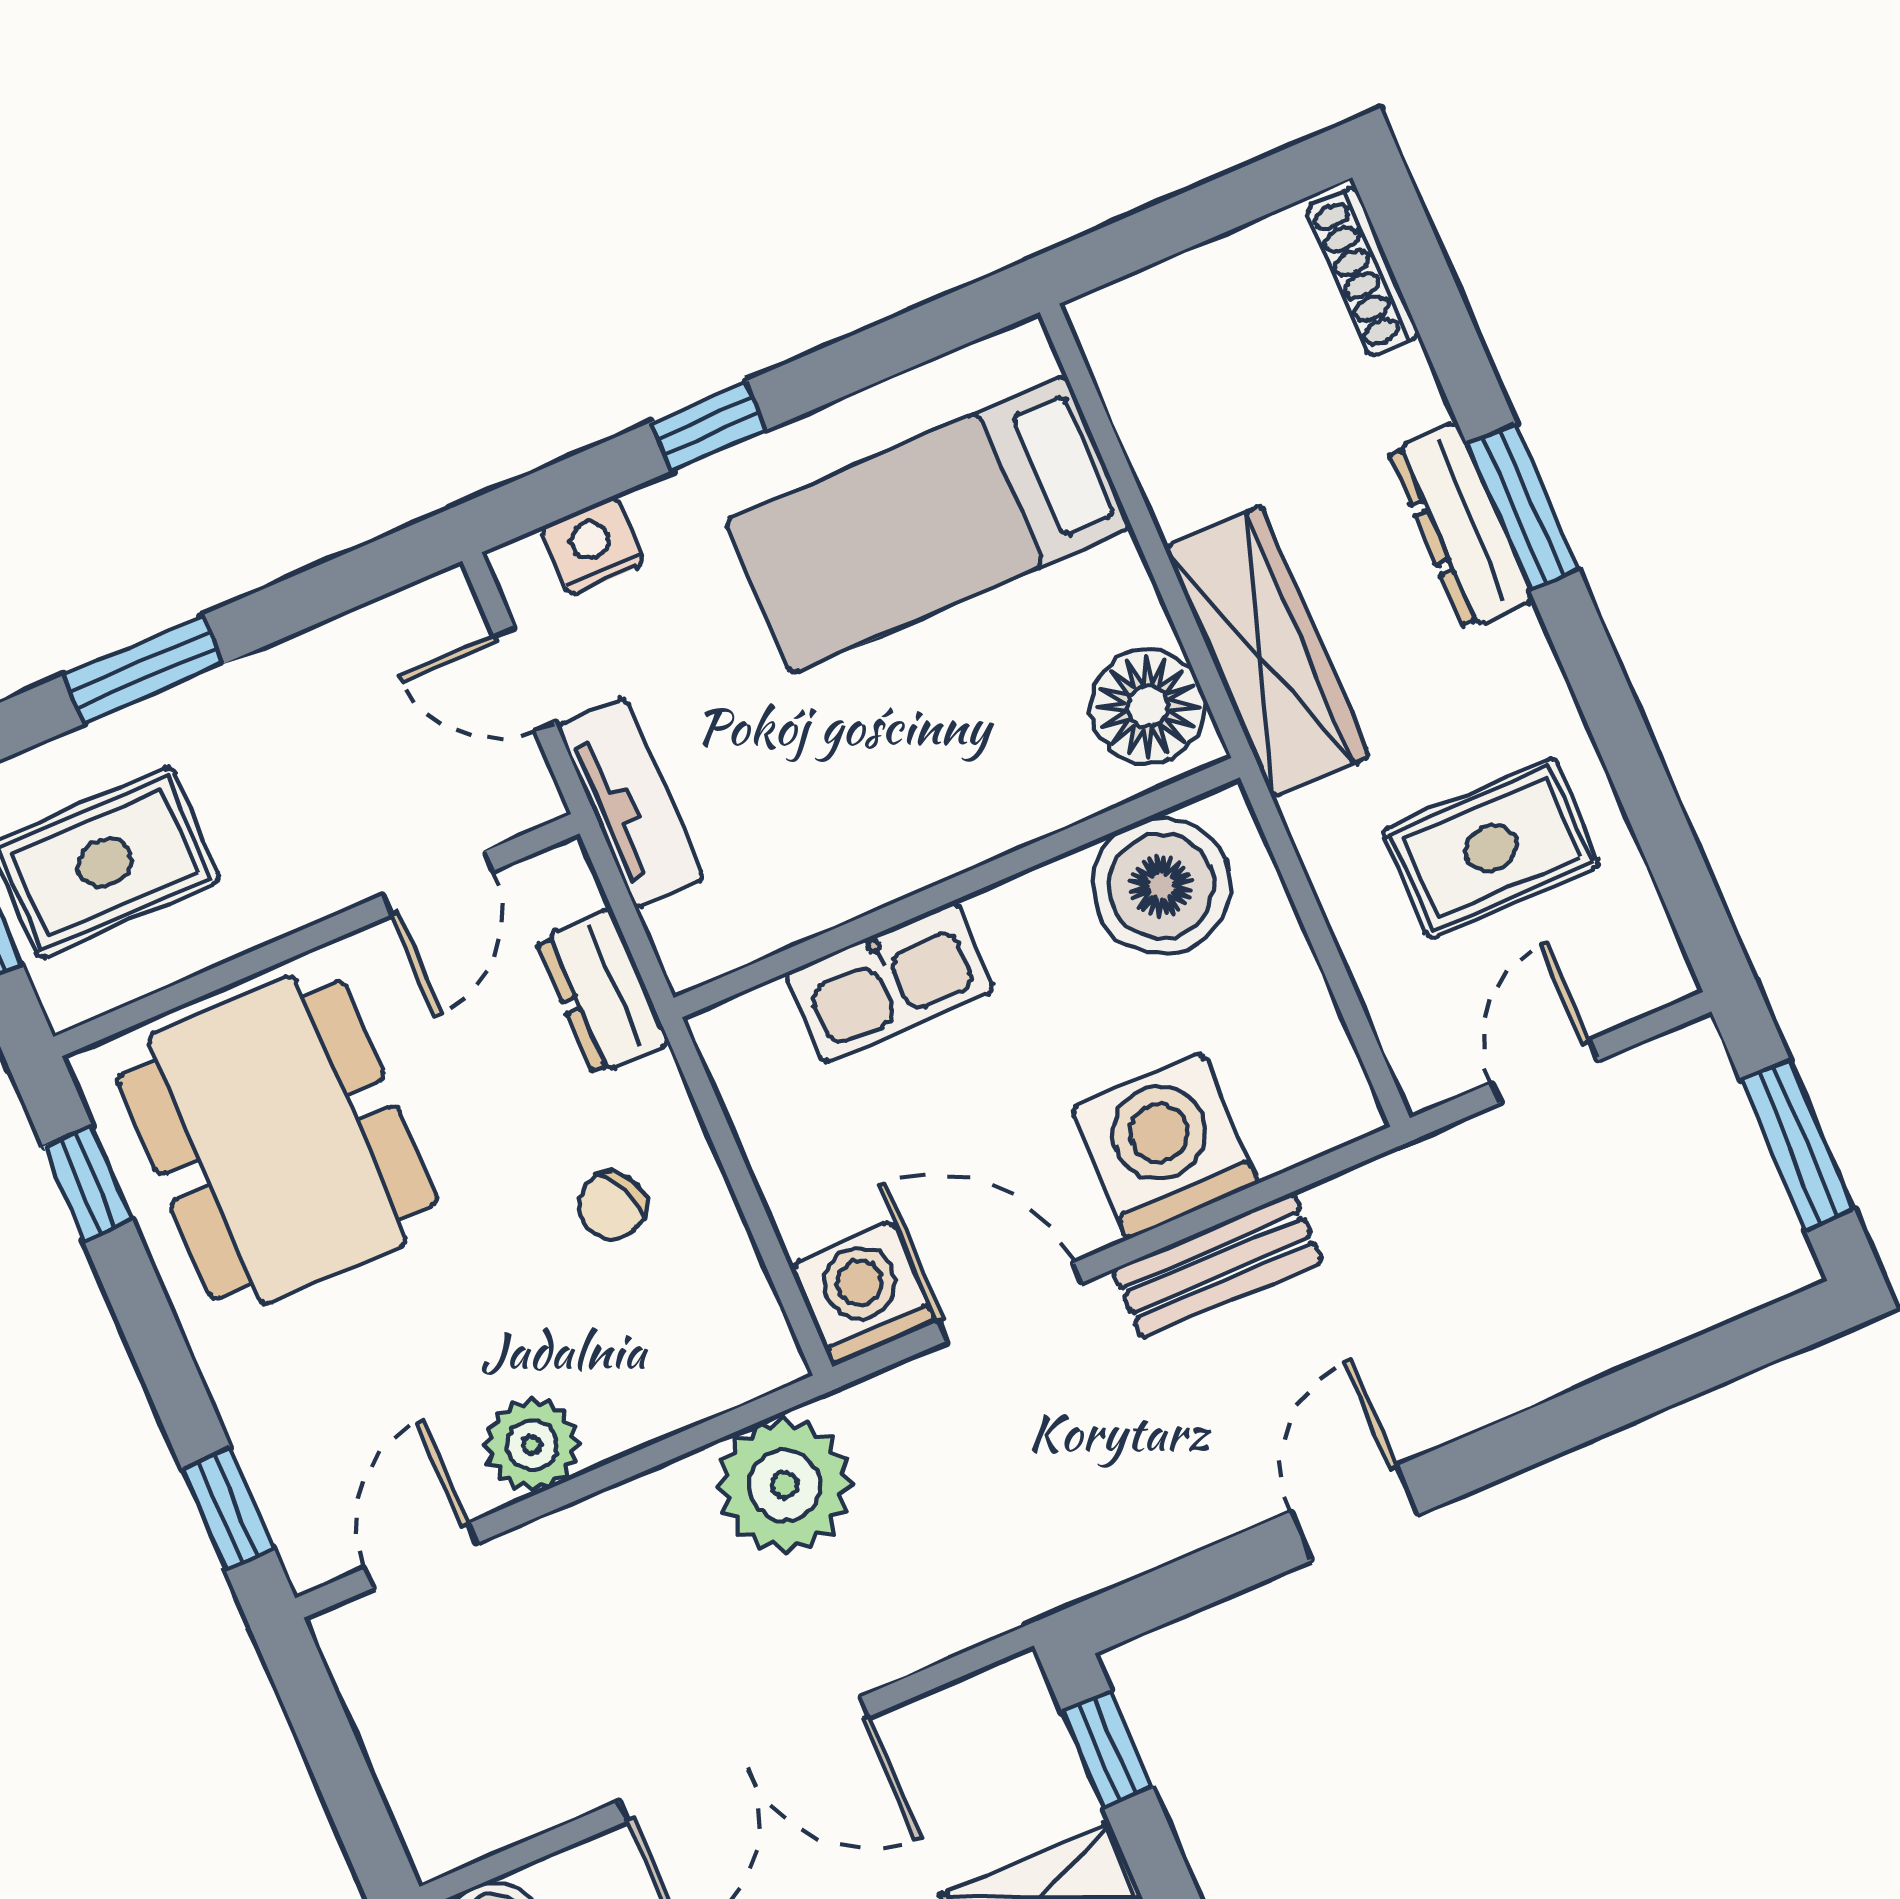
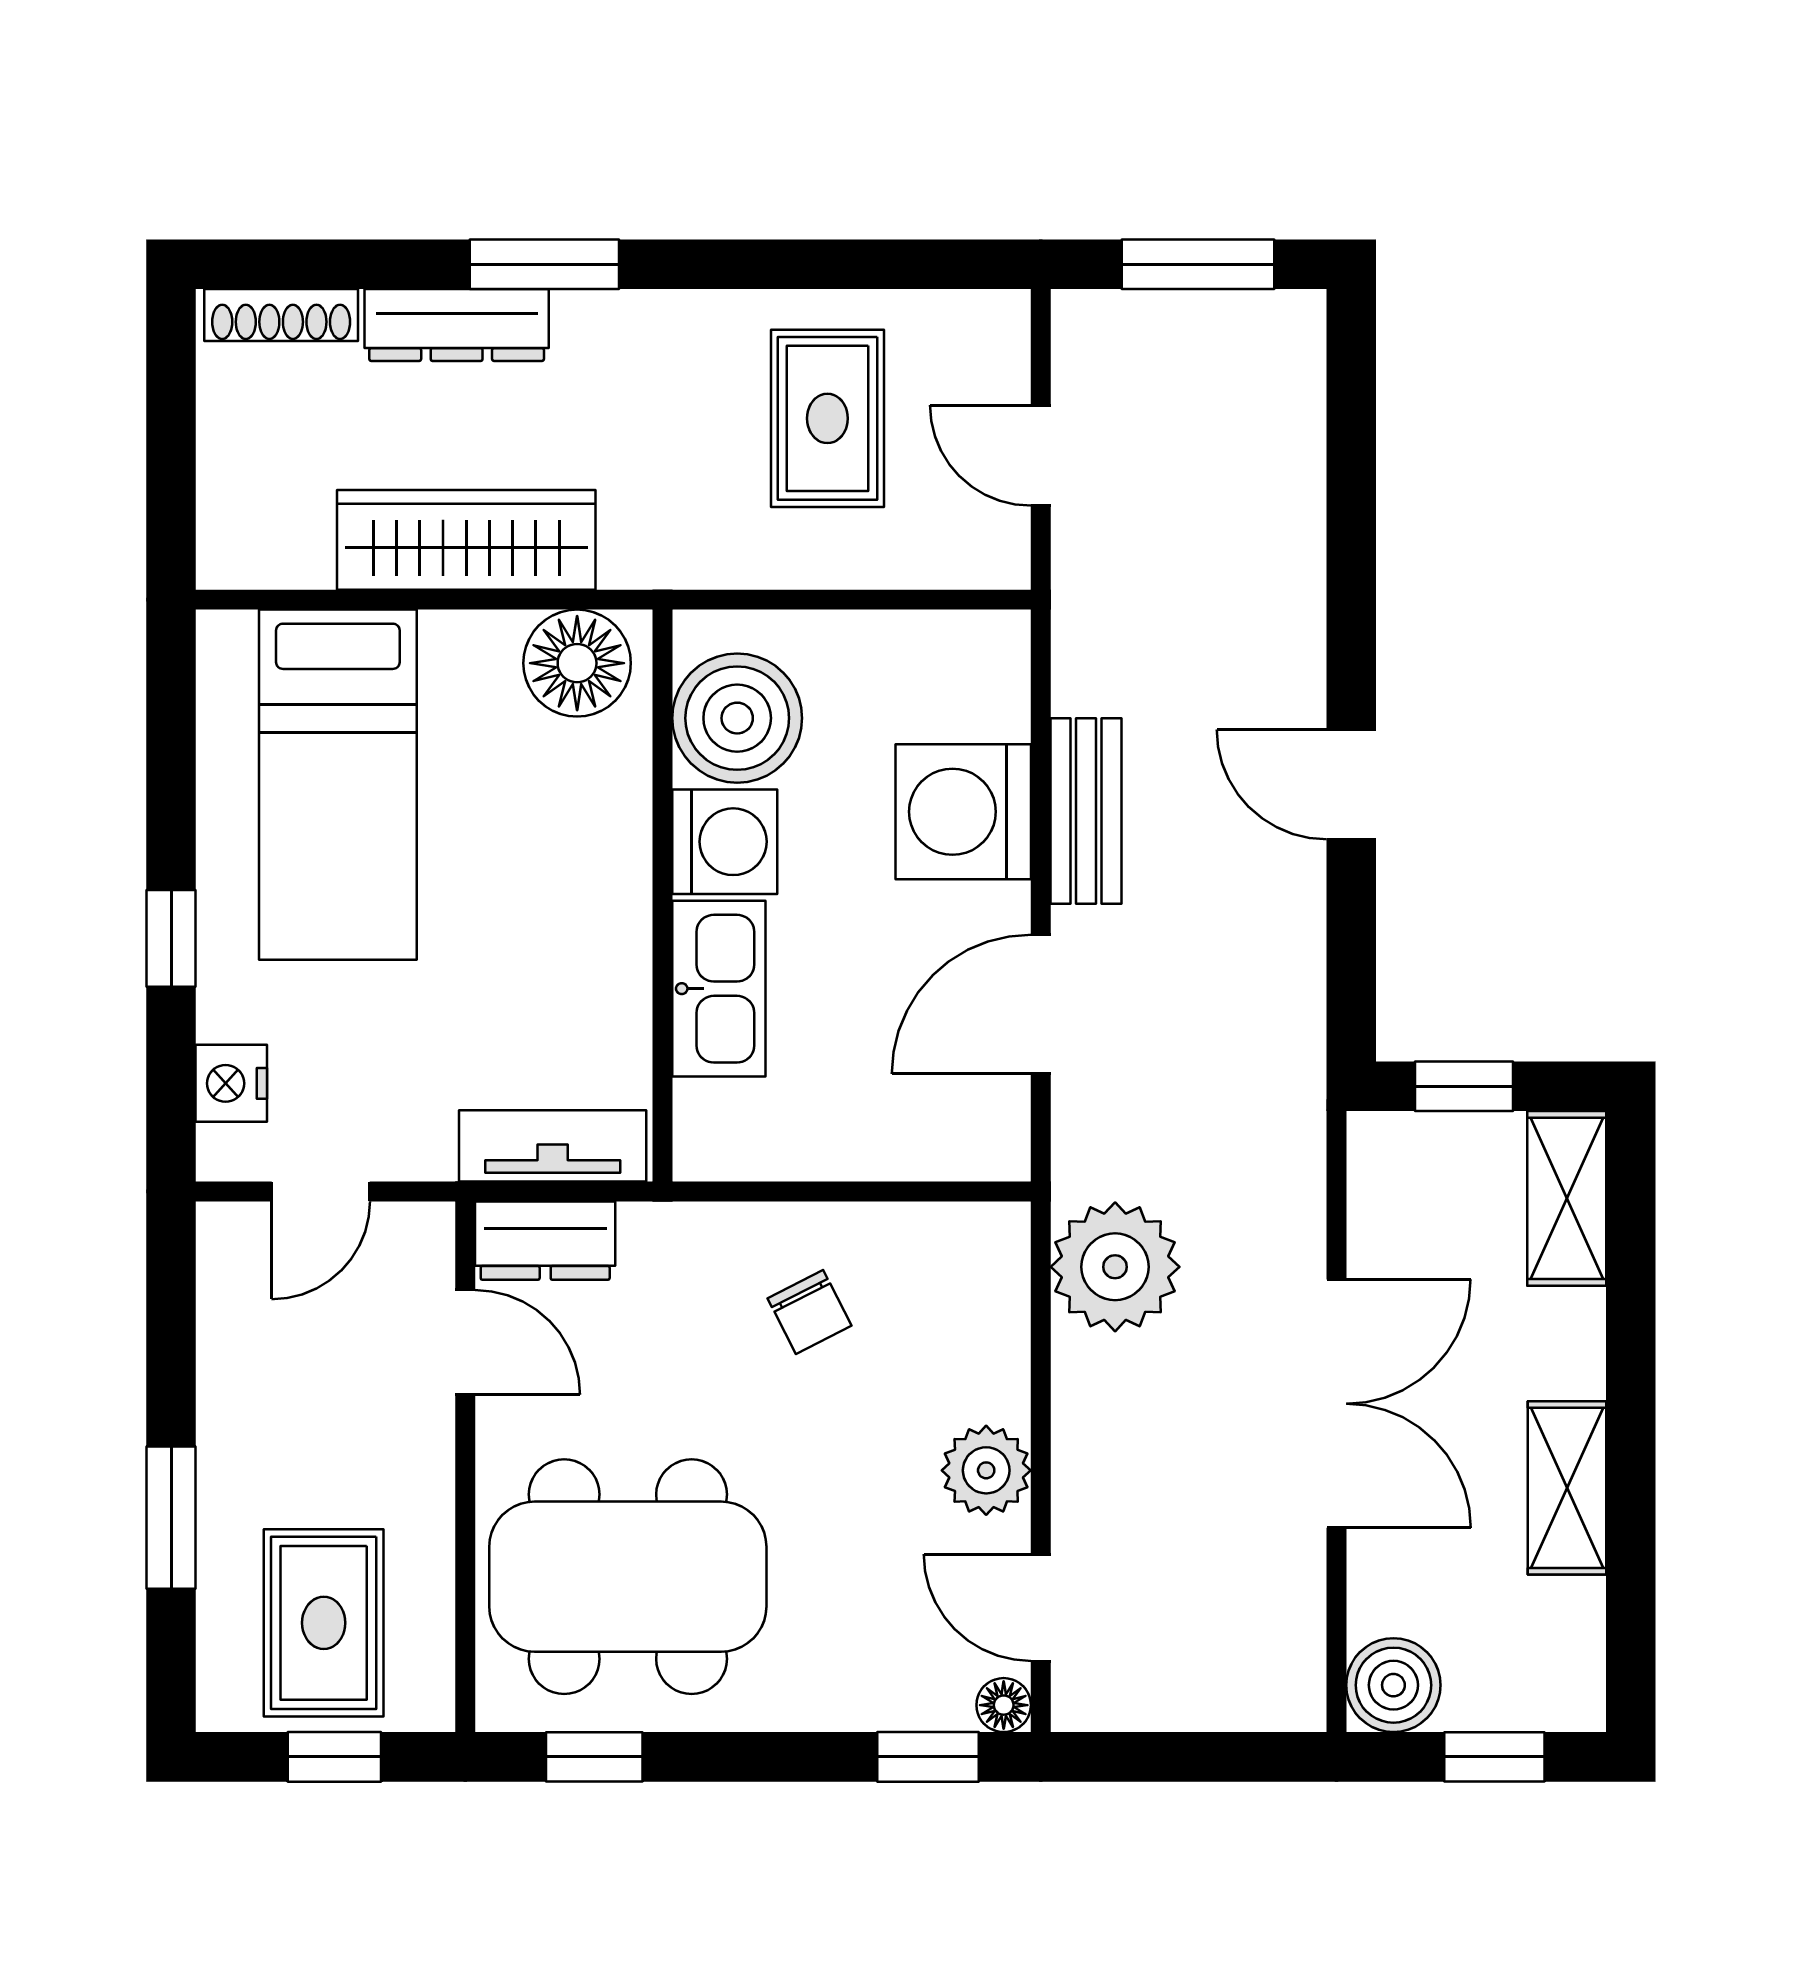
dresser: (1461, 526) -> (457, 325), moved
wardrobe: (1267, 652) -> (466, 540), moved
tv unit: (631, 802) -> (553, 1146), moved
dresser: (602, 992) -> (545, 1241), moved
washing machine: (864, 1293) -> (725, 842), moved, turned 180
floor lamp: (310, 1561) -> (1004, 1705), added

